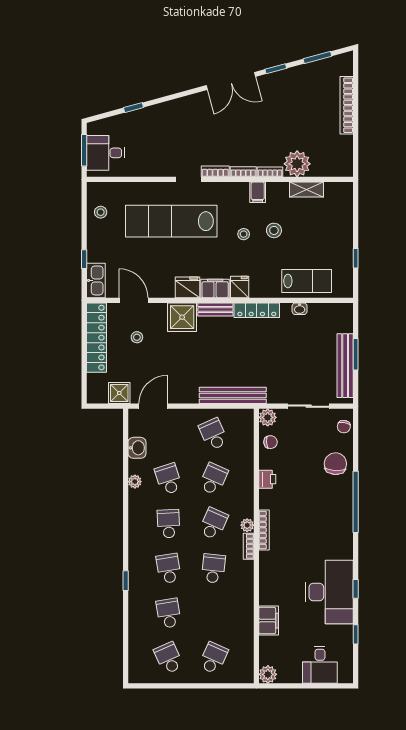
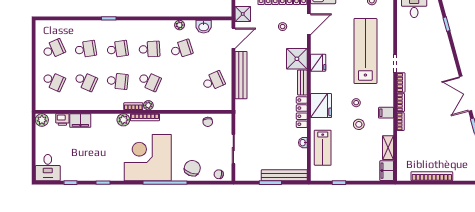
bookcase: (347, 105) -> (432, 176), moved
plant: (297, 164) -> (406, 141), removed
fridge: (240, 287) -> (321, 106), width x1.88, depth x1.34
filing cabinet: (215, 288) -> (387, 171), moved, turned 180
bench: (345, 366) -> (284, 175), moved
bench: (233, 395) -> (241, 75), moved
door: (153, 406) -> (233, 38), hinge flipped
plant: (268, 417) -> (123, 120), moved
chair: (335, 464) -> (192, 168), turned -73
school desk: (213, 479) -> (86, 81), moved
printer: (267, 479) -> (62, 120), moved
corner desk: (320, 526) -> (148, 158), added
desk: (329, 592) -> (101, 164), removed
desk: (320, 665) -> (48, 168), moved, turned -90

